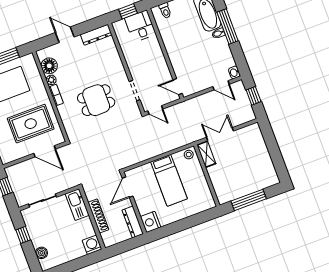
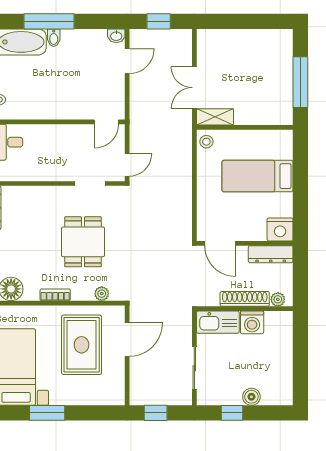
plant: (51, 80) -> (102, 294), moved
bed: (169, 180) -> (258, 176), moved, turned 180
plant: (106, 237) -> (278, 299), added
washing machine: (92, 245) -> (252, 322), moved, turned -90
boiler: (41, 253) -> (251, 397), moved

